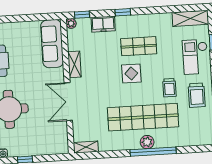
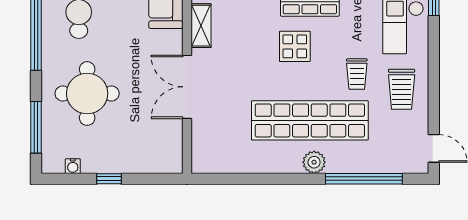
shelving: (86, 147) -> (212, 164), removed
window: (153, 152) -> (364, 179), moved

